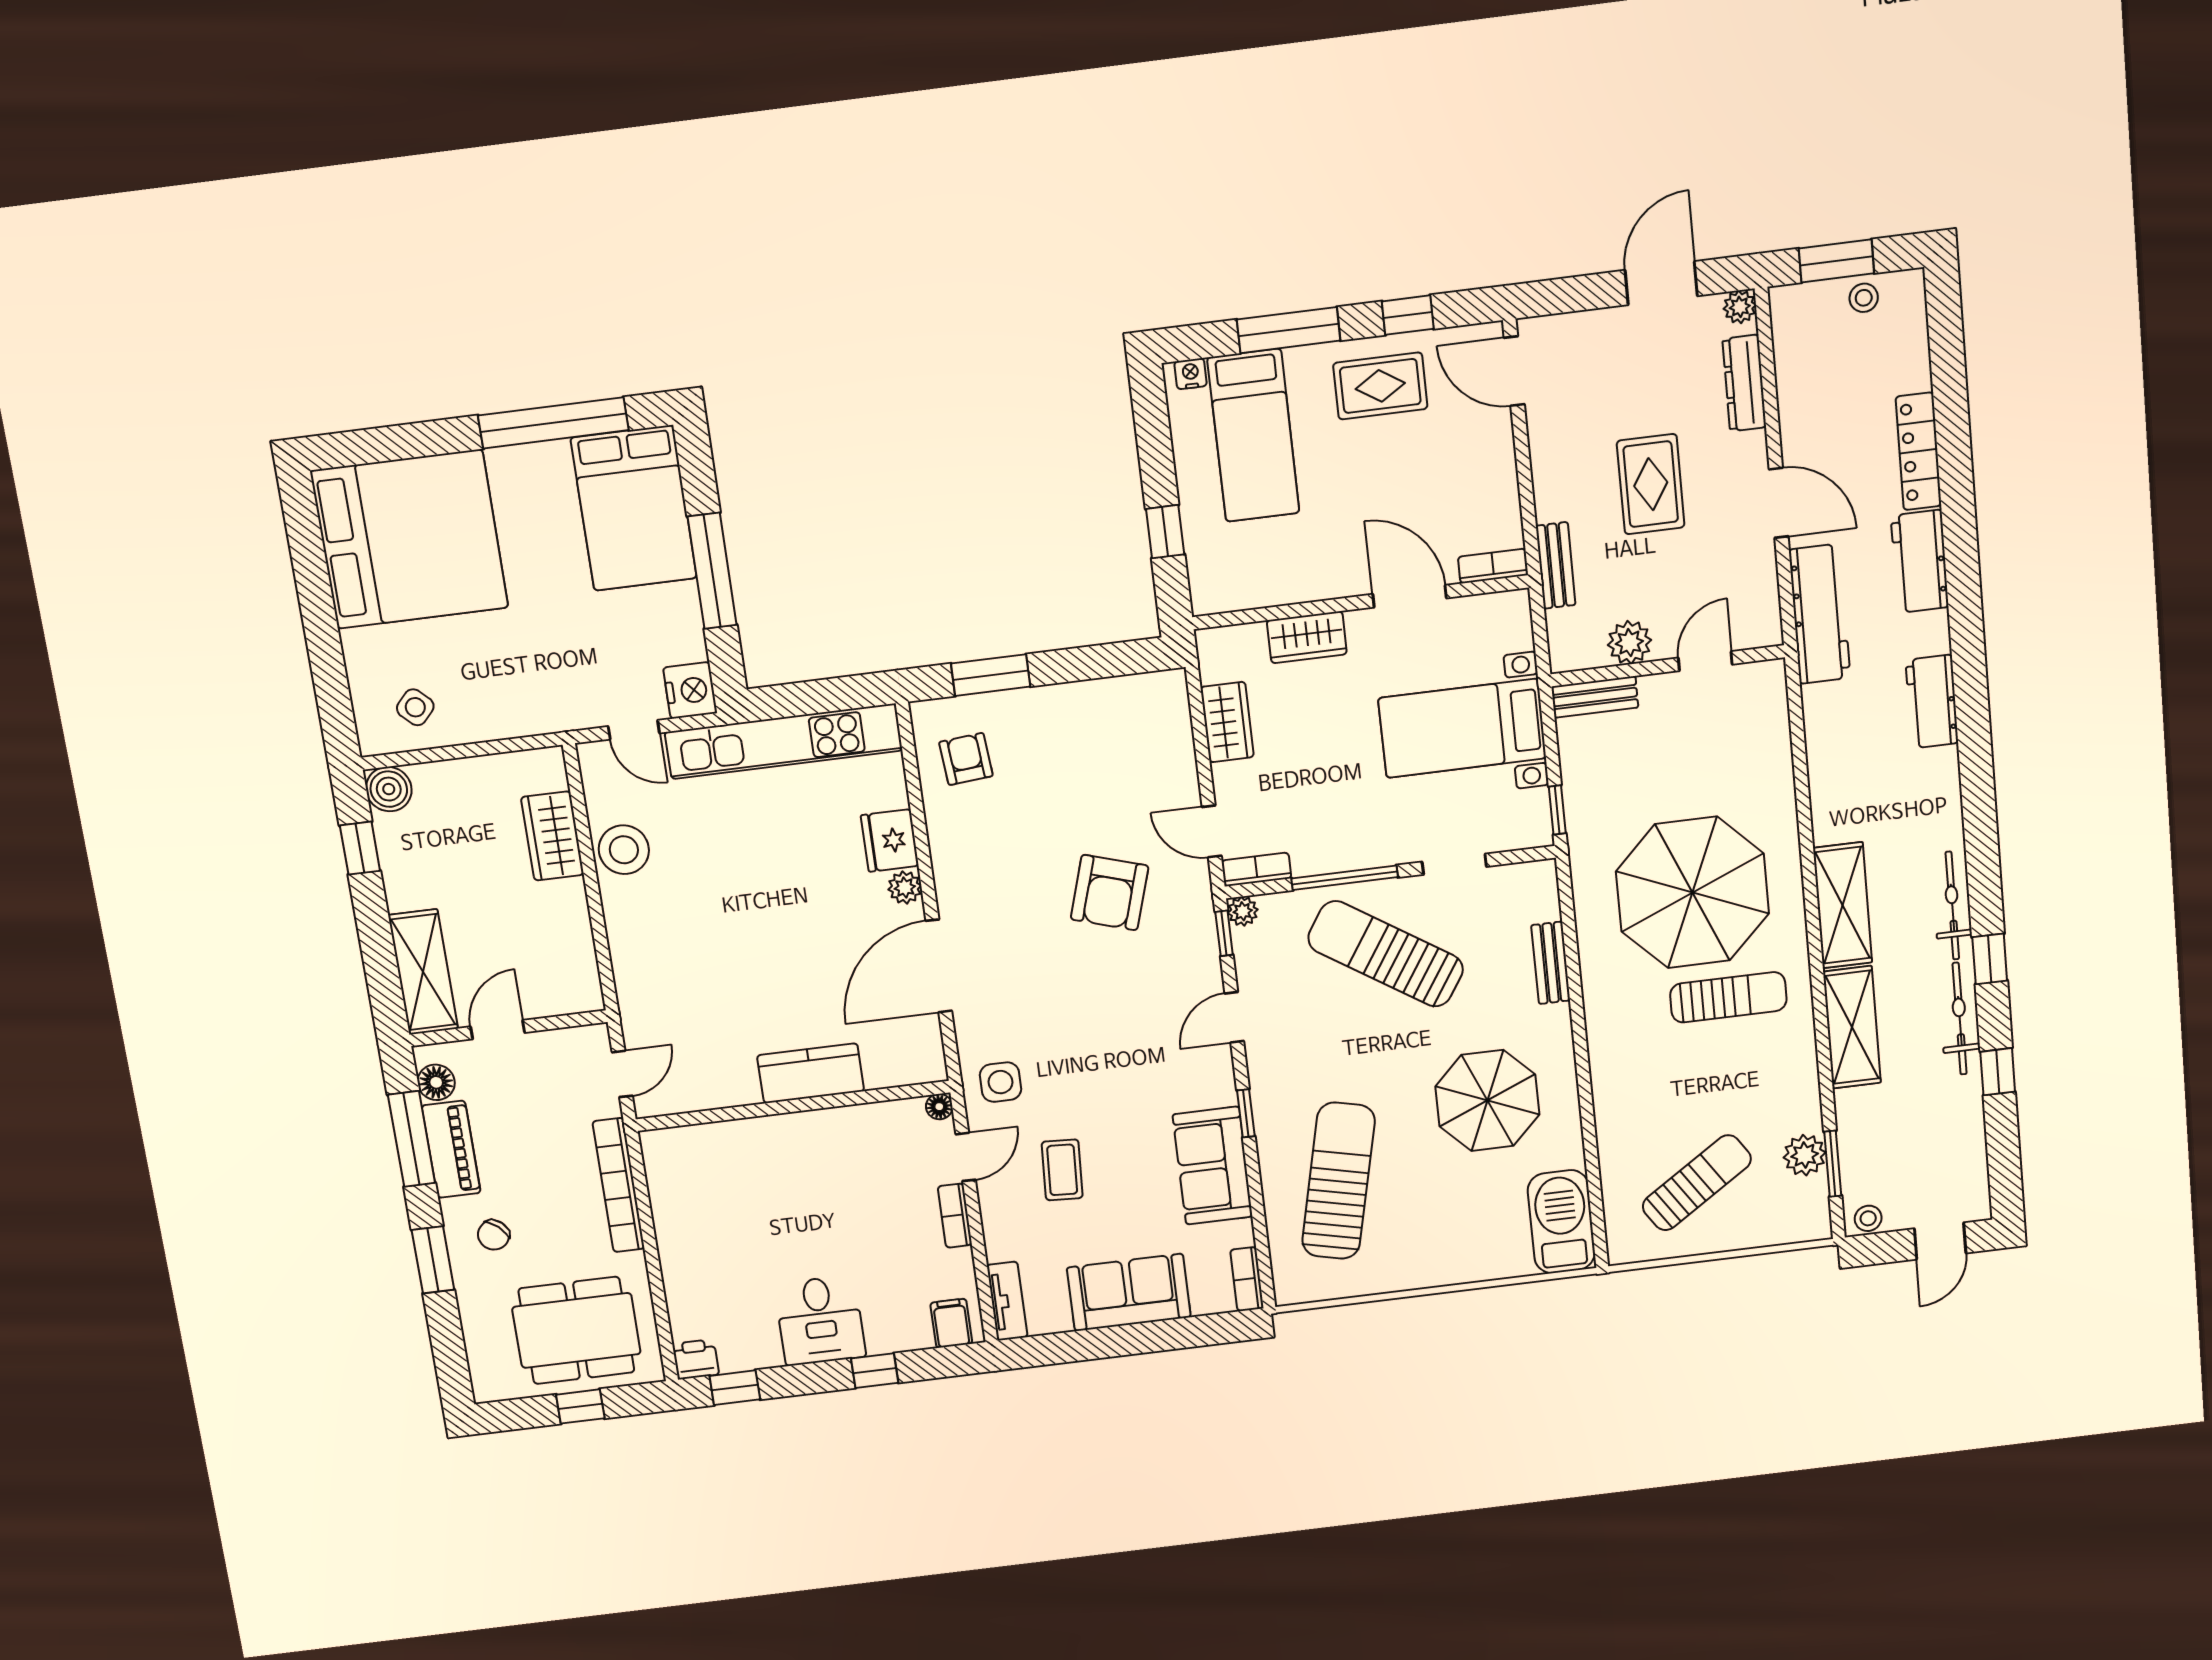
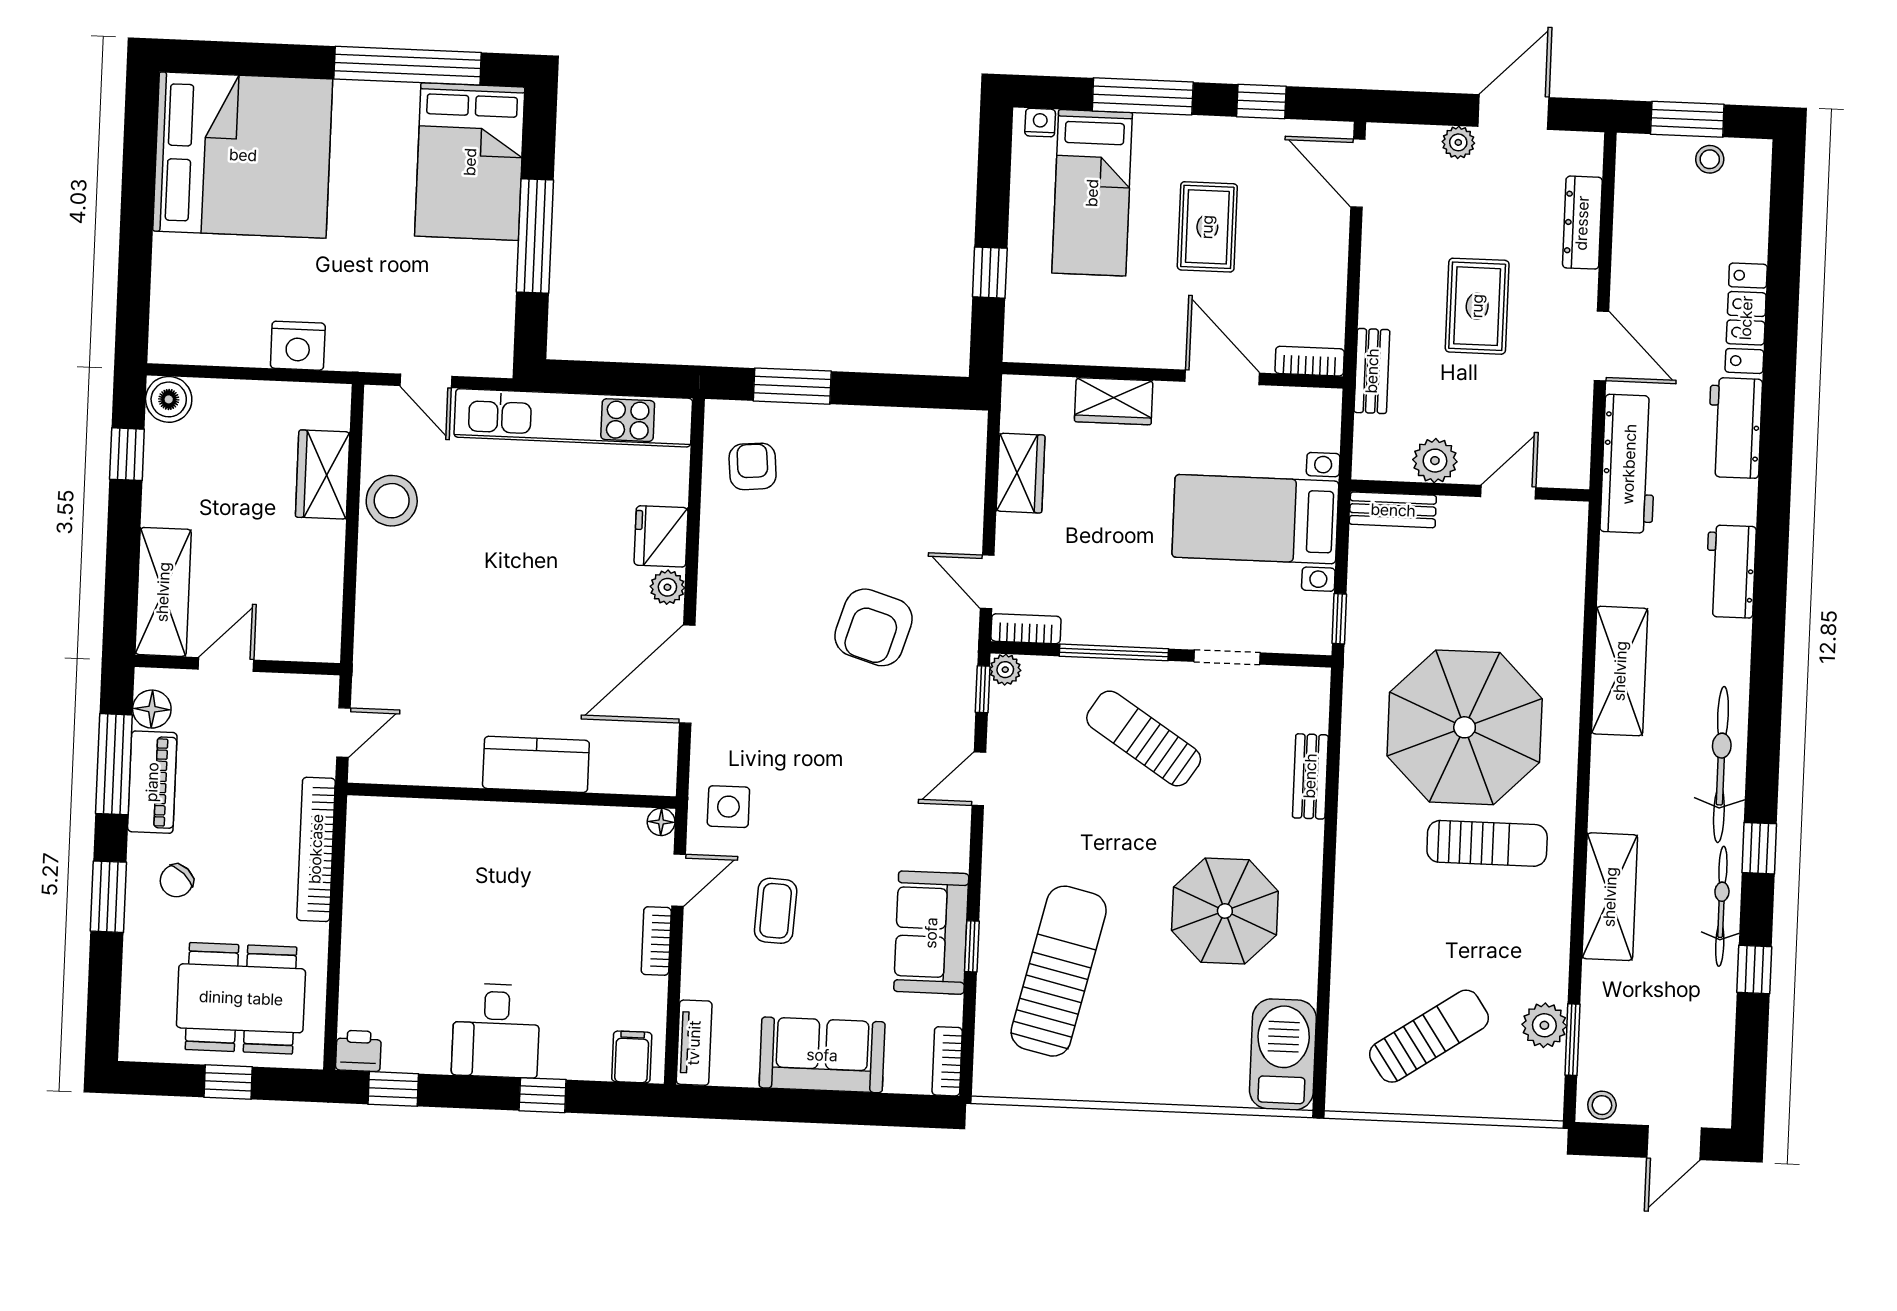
plant: (1740, 307) -> (1458, 142), moved
rug: (1380, 386) -> (1207, 227), moved, turned 90
nightstand: (690, 690) -> (298, 346), moved, turned 90
side table: (415, 707) -> (213, 322), removed
shelving: (1843, 905) -> (1620, 671), moved
bicycle: (1952, 906) -> (1721, 764), width x1.37, depth x1.40
sun lounger: (1386, 954) -> (1144, 738), width x0.73, depth x0.75
window: (1246, 1113) -> (972, 946), moved

